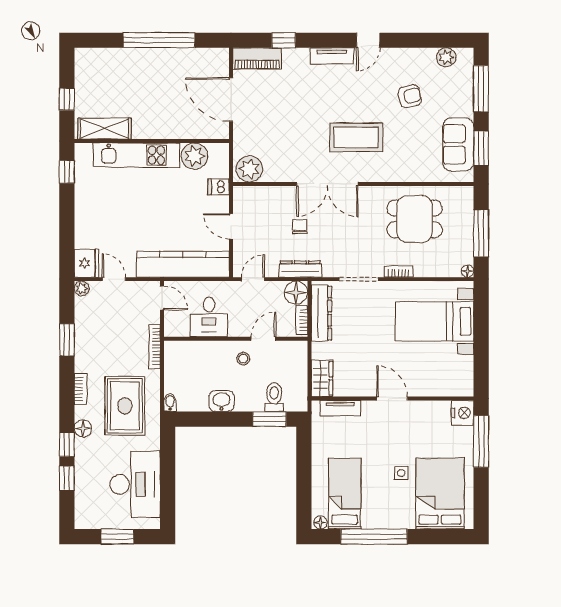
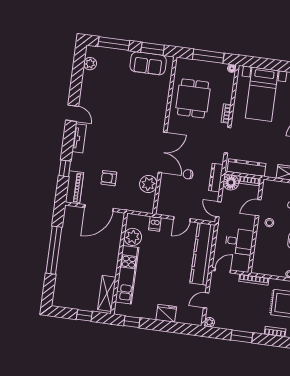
armchair: (410, 96) -> (109, 178), moved, turned -77
coffee table: (356, 137) -> (135, 129), removed
plant: (249, 169) -> (148, 184), moved
fridge: (86, 263) -> (166, 313), moved
door: (264, 339) -> (258, 208), hinge flipped

